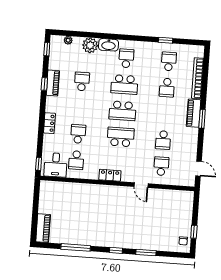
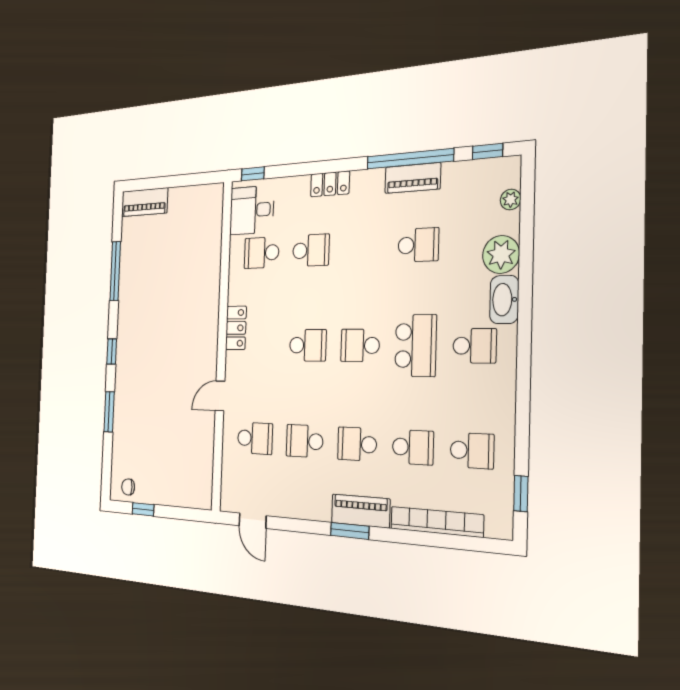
window: (166, 40) -> (521, 494), moved
window: (44, 84) -> (410, 159), width x3.17
school desk: (124, 85) -> (416, 346), turned 180
school desk: (167, 88) -> (413, 447), turned 180
school desk: (123, 111) -> (360, 345), width x0.54
school desk: (165, 114) -> (357, 444), added
school desk: (121, 137) -> (308, 345), width x0.54
door: (198, 169) -> (253, 521), hinge flipped

